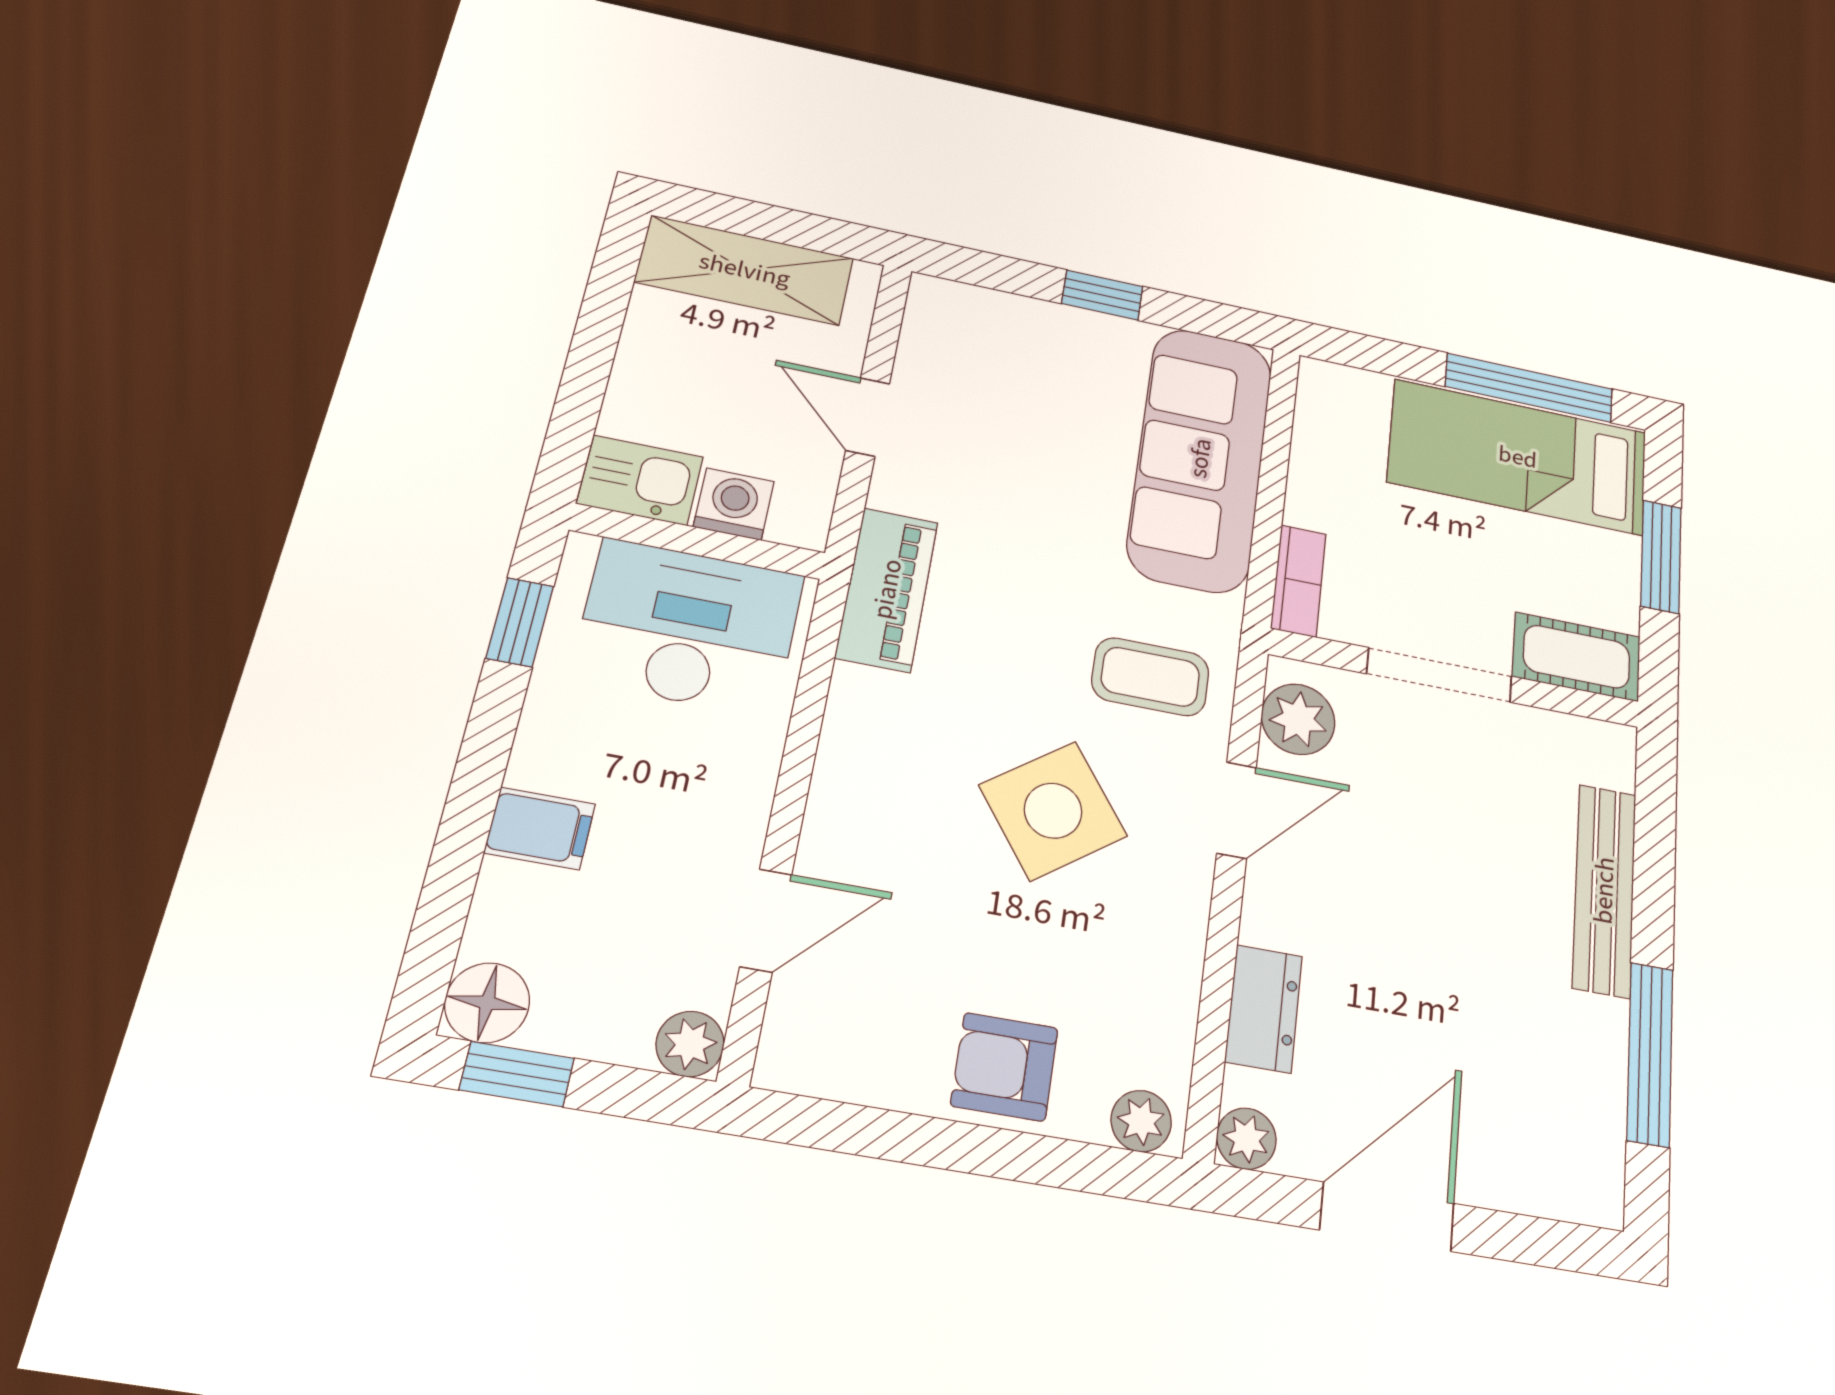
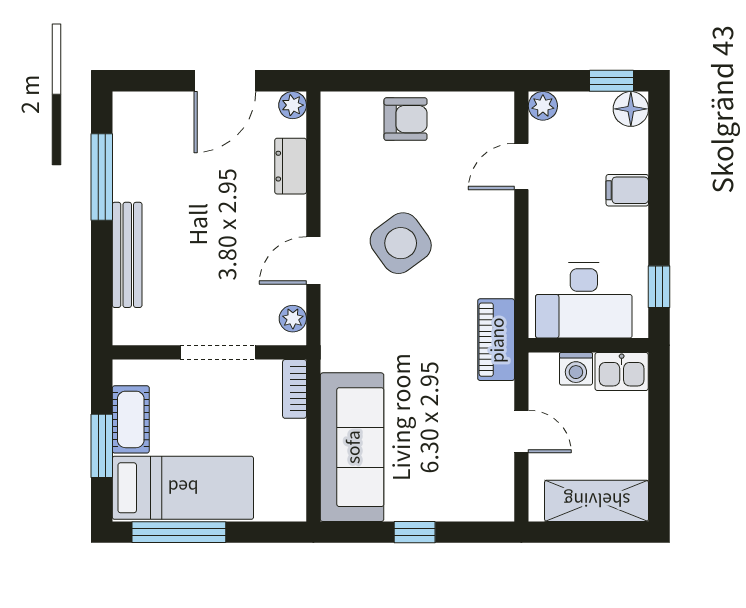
cot: (1577, 657) -> (131, 419), moved, turned 90
coffee table: (1150, 677) -> (363, 321), removed
plant: (1298, 719) -> (293, 319), width x0.73, depth x0.73
plant: (1141, 1121) -> (341, 105), removed

